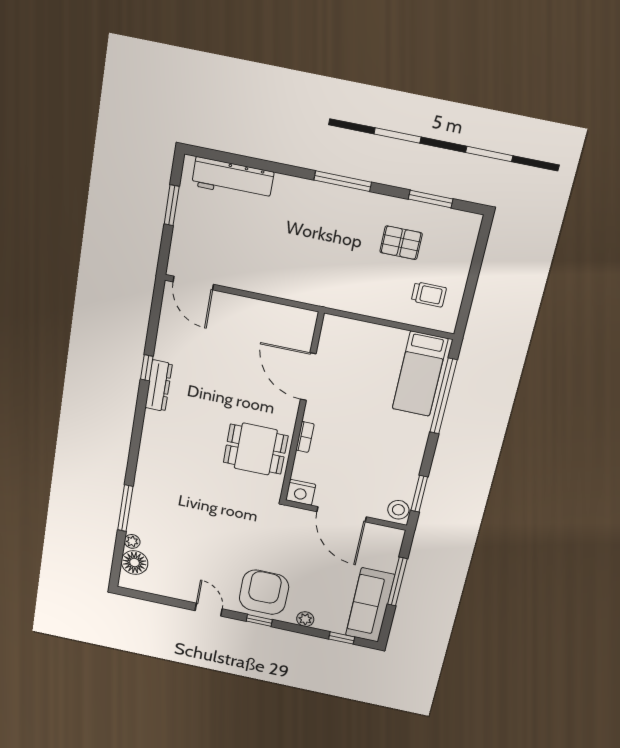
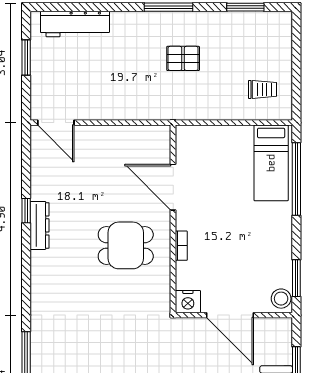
pallet: (401, 243) -> (183, 58), moved
dining table: (256, 449) -> (126, 245), moved

